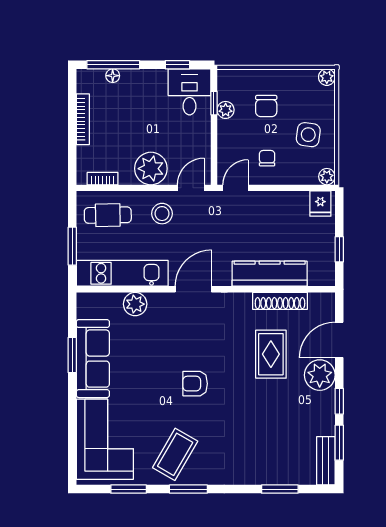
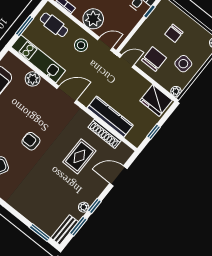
plant: (226, 110) -> (153, 19), removed
chair: (267, 158) -> (154, 59), width x1.87, depth x1.87
fridge: (320, 204) -> (156, 100), width x1.88, depth x1.34
plant: (320, 375) -> (84, 207), moved, width x0.53, depth x0.53
window: (280, 489) -> (40, 233), moved

